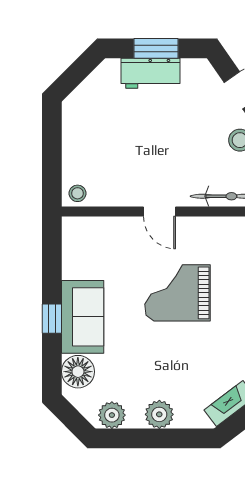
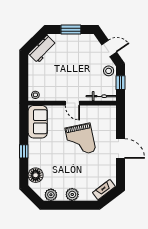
workbench: (150, 73) -> (42, 49), moved, turned -45
grand piano: (177, 293) -> (80, 140), turned -102
sofa: (83, 317) -> (38, 122), moved

